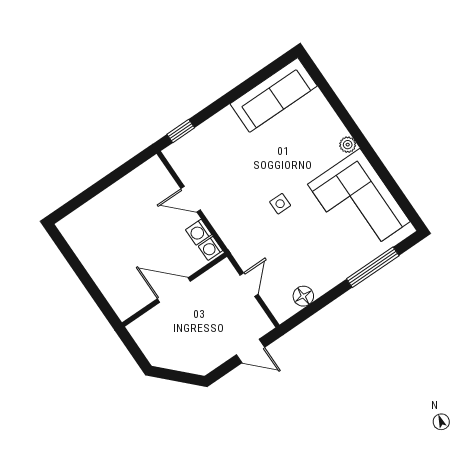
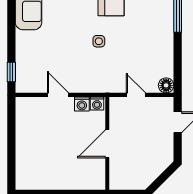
door: (191, 199) -> (58, 95), swing flipped
floor lamp: (303, 296) -> (166, 85), moved

